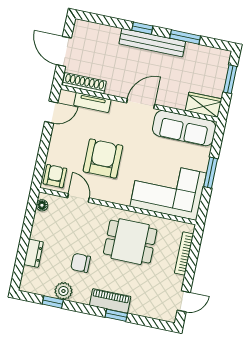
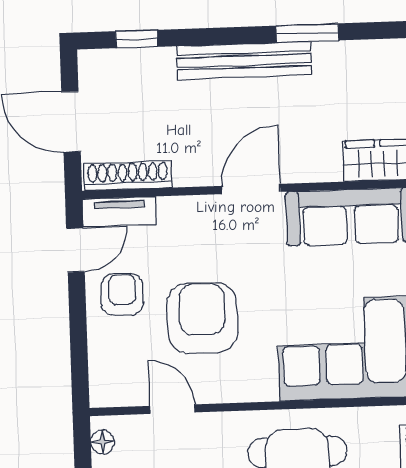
window: (142, 28) -> (137, 39), moved
tv unit: (92, 102) -> (119, 212), moved
armchair: (55, 176) -> (122, 295), moved

